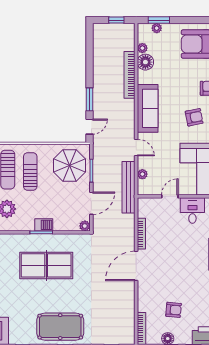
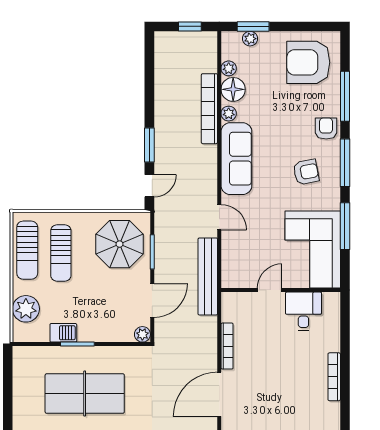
sun lounger: (30, 171) -> (61, 253), turned 180
plant: (142, 174) -> (229, 114), moved
barbecue: (44, 225) -> (63, 333), moved

